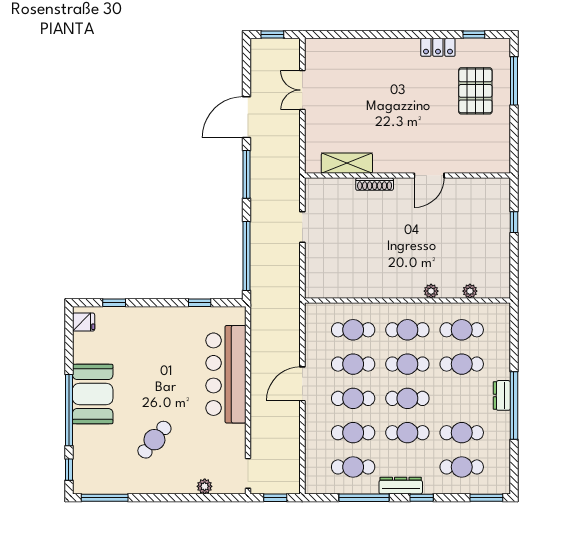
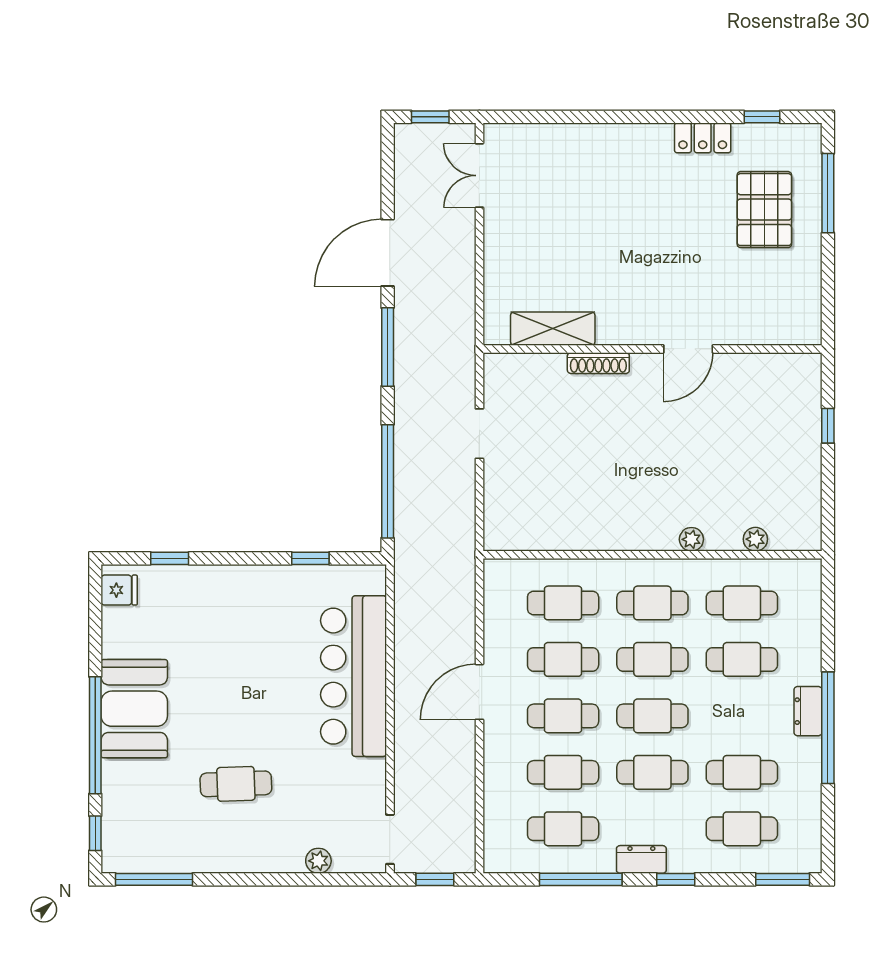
double door: (302, 90) -> (479, 176), moved
cafe table: (154, 440) -> (236, 784), turned 49
dresser: (401, 486) -> (641, 859), width x0.70

